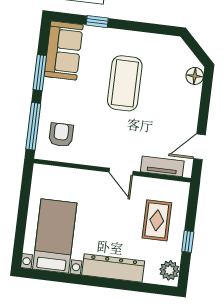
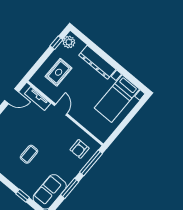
coffee table: (125, 83) -> (29, 154), width x0.54, depth x0.58
window: (188, 242) -> (56, 43), moved

